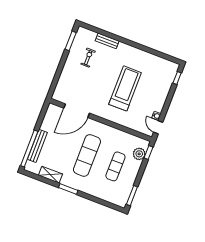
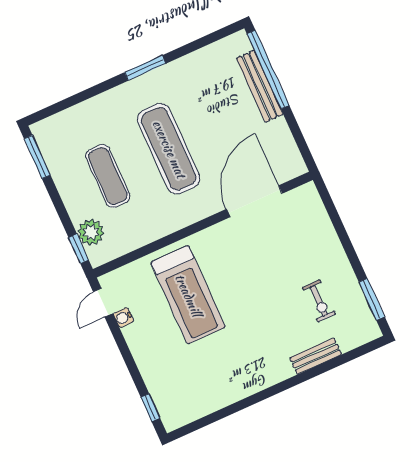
treadmill: (125, 88) -> (188, 295), moved
door: (158, 127) -> (103, 303), swing flipped
shelving: (50, 175) -> (195, 62), removed

